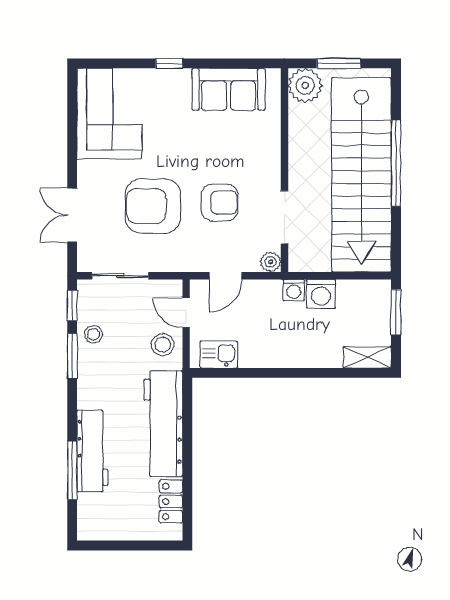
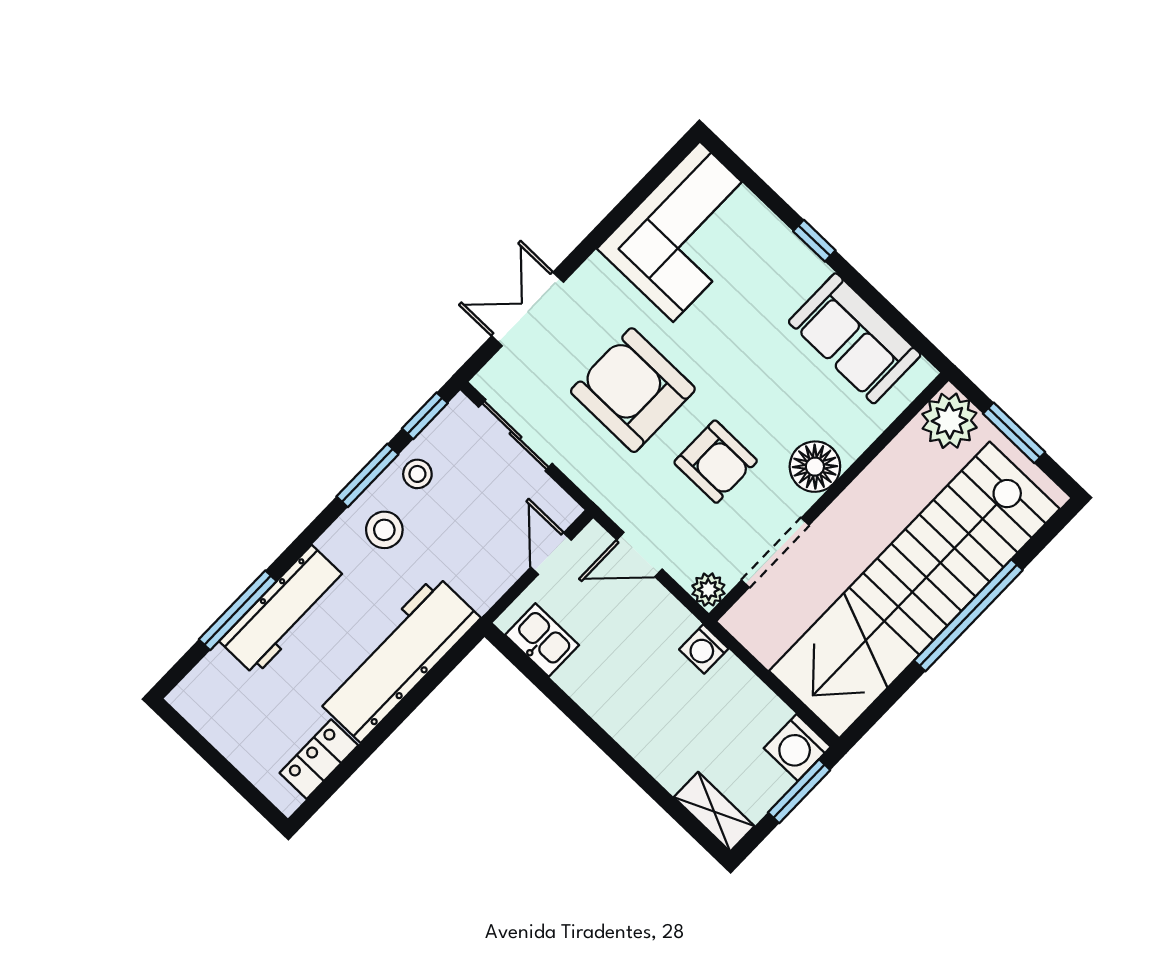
floor lamp: (265, 163) -> (815, 467), added
washing machine: (321, 294) -> (797, 748), moved
stool: (163, 345) -> (384, 530), moved

